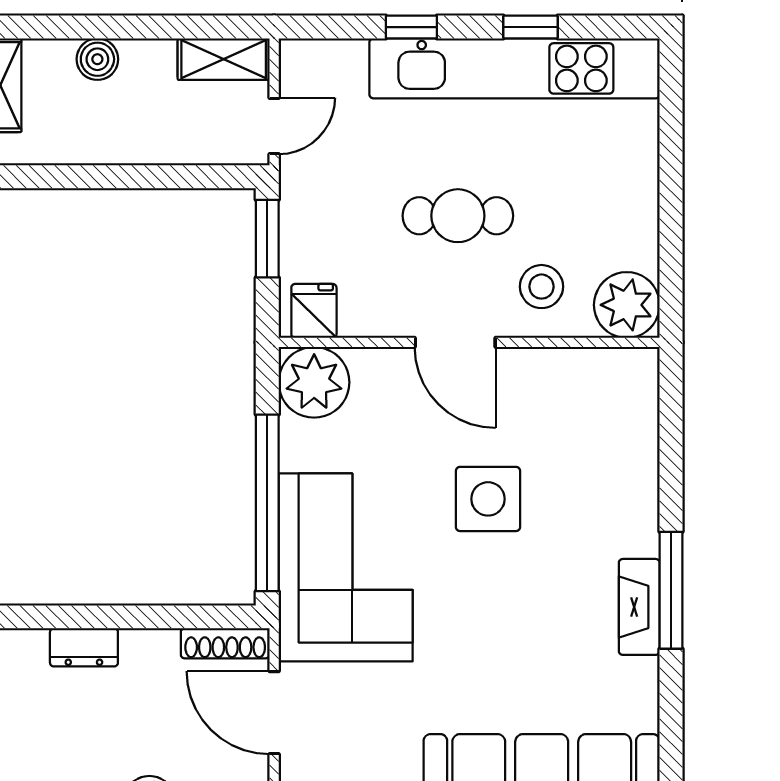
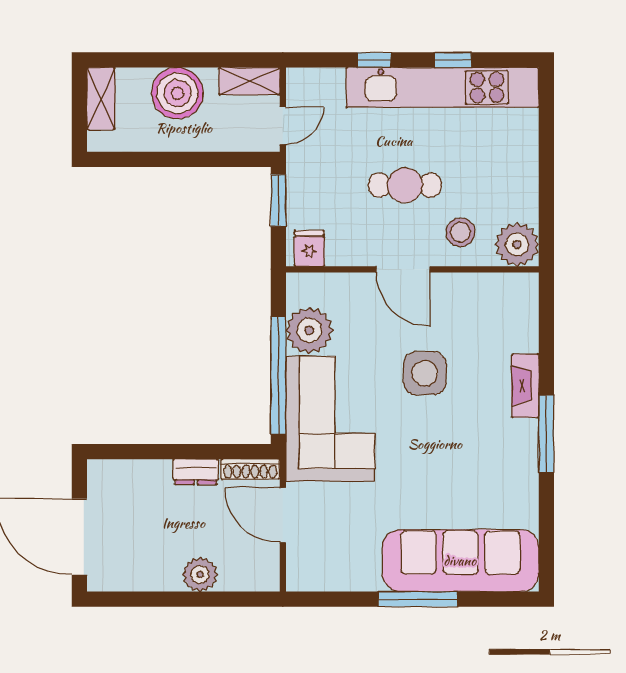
boiler: (97, 59) -> (177, 93), width x1.86, depth x1.86
plant: (314, 382) -> (309, 330), moved
fireplace: (639, 607) -> (525, 386), moved
dresser: (84, 647) -> (196, 472), moved

